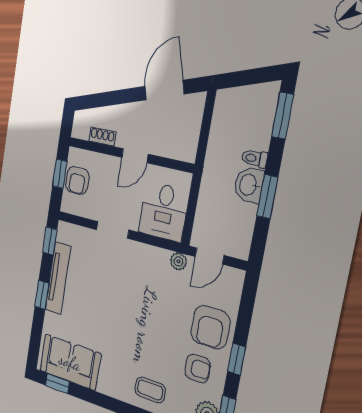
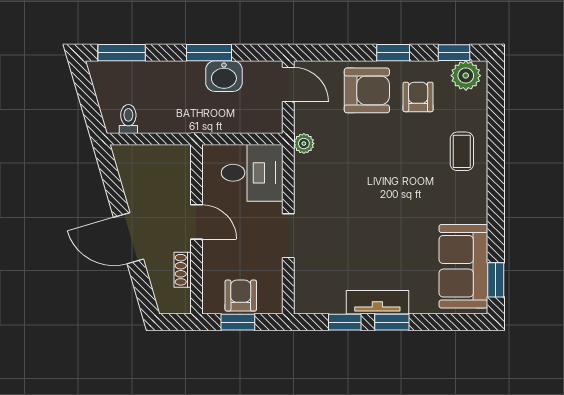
door: (164, 90) -> (129, 238), moved
toilet: (254, 158) -> (128, 119), moved, turned 180
armchair: (77, 180) -> (241, 296), turned -90
washbasin: (249, 185) -> (224, 76), moved
window: (50, 241) -> (345, 322), moved
door: (210, 256) -> (288, 85), moved
tv unit: (58, 278) -> (377, 302), width x0.71

